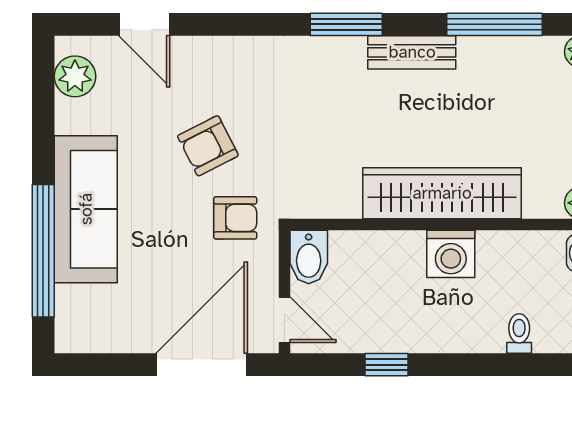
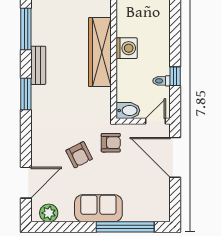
door: (144, 24) -> (26, 183), width x1.37
sofa: (86, 209) -> (98, 208), width x0.73
armchair: (235, 218) -> (111, 143), turned 90
toilet: (519, 334) -> (162, 81), moved

